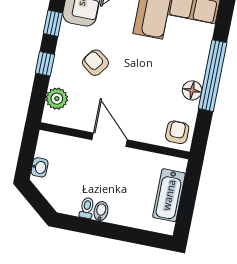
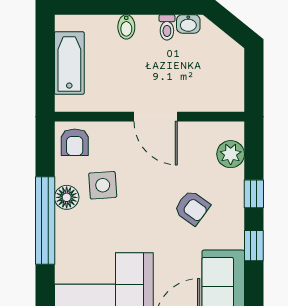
side table: (162, 94) -> (103, 185), added
washbasin: (40, 167) -> (188, 24), moved, turned -90
bidet: (101, 211) -> (126, 27), moved

